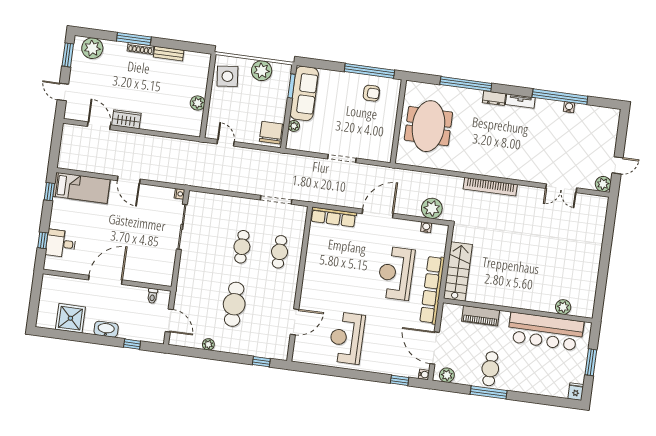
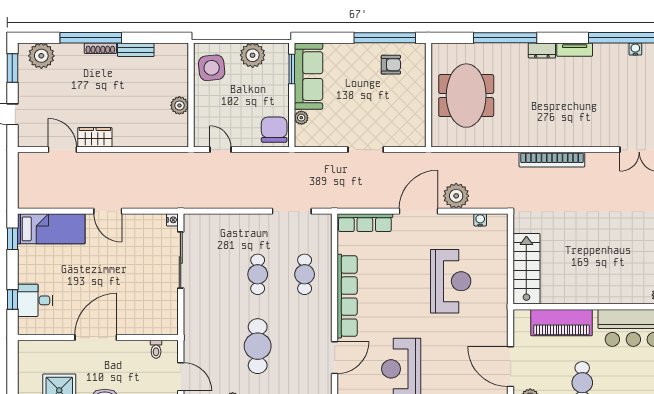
window: (134, 39) -> (91, 38), width x1.46
plant: (432, 208) -> (456, 196), moved
reception desk: (396, 273) -> (451, 281), turned 180
row of seats: (432, 290) -> (347, 296), moved, turned 180
piano: (481, 316) -> (562, 323), width x1.37, depth x1.33

